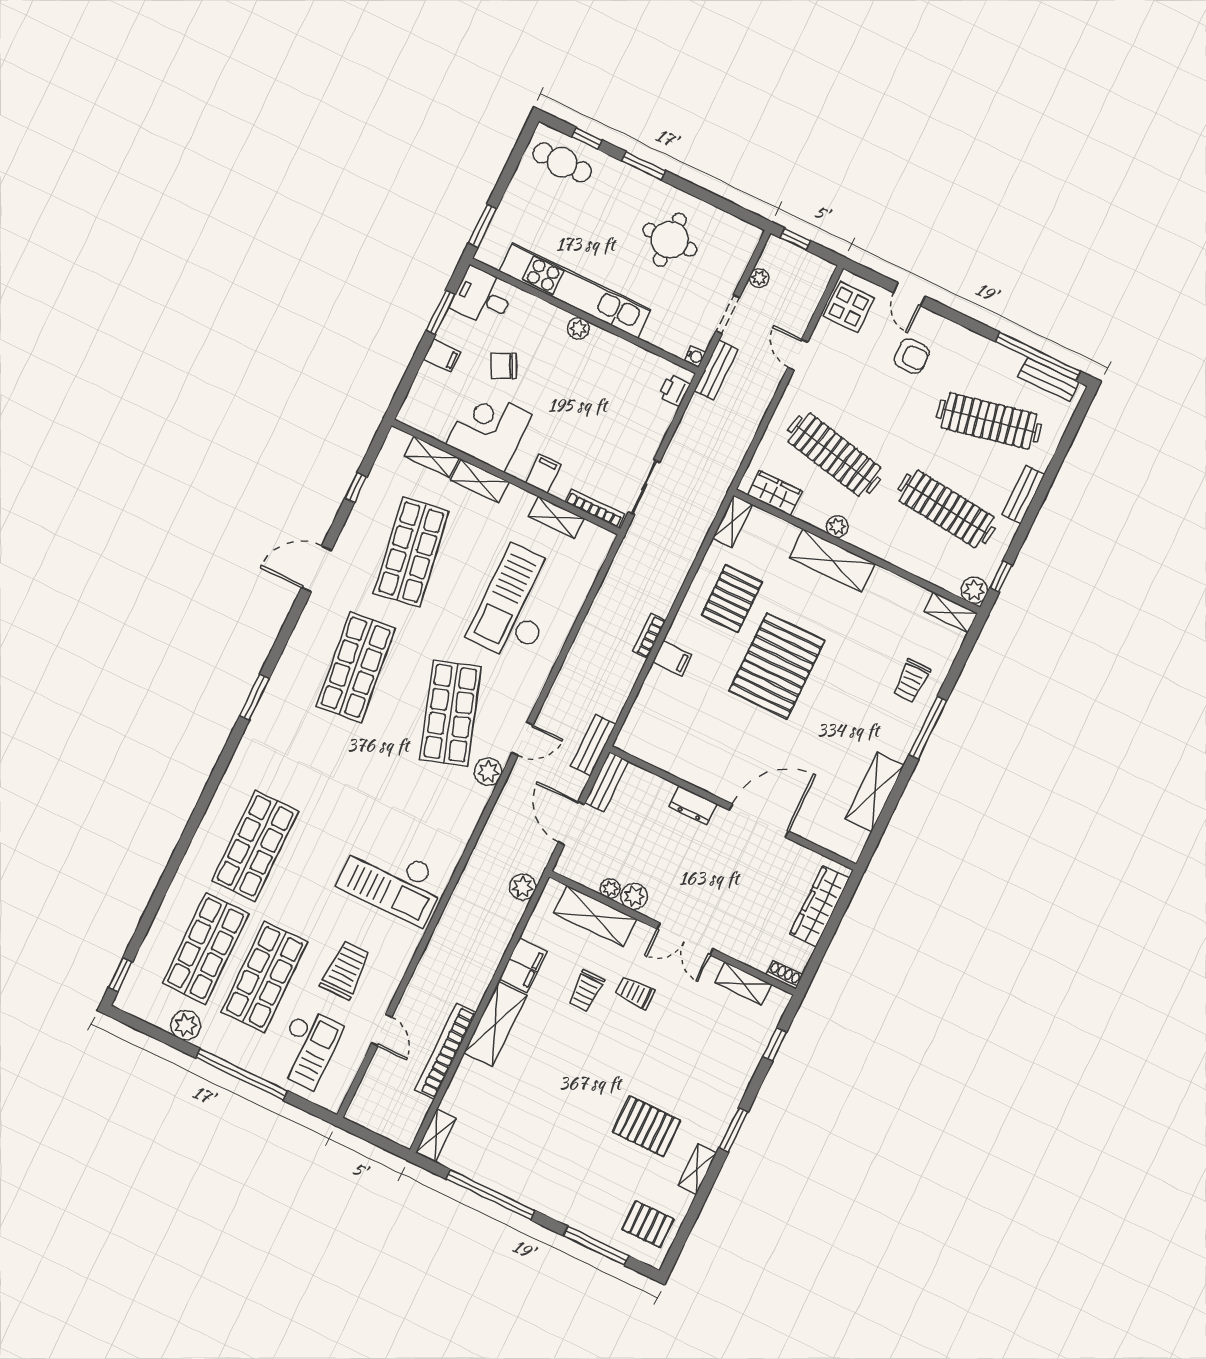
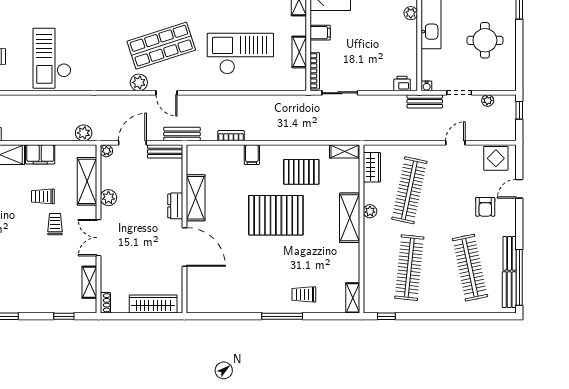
bench: (1023, 494) -> (510, 253), moved, turned 90
plant: (974, 590) -> (371, 305), removed
bookcase: (649, 636) -> (231, 136), moved
shelving: (875, 792) -> (196, 198), moved, turned 90
plant: (610, 889) -> (106, 151), moved

